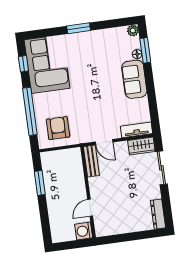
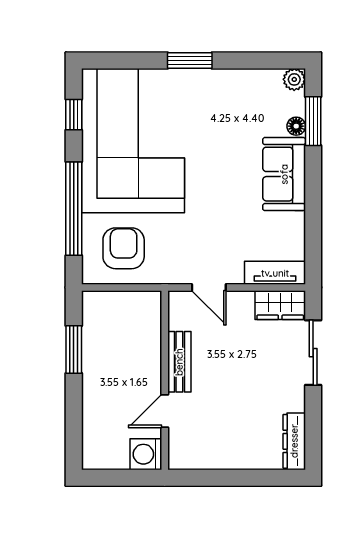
corner sofa: (47, 64) -> (133, 141), width x1.36, depth x1.36
bench: (91, 161) -> (179, 362), moved

